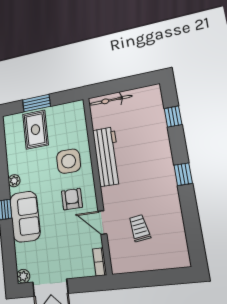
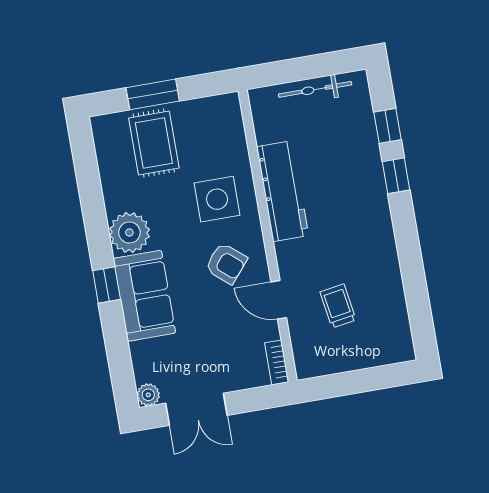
bicycle: (110, 100) -> (315, 89), moved
window: (183, 174) -> (396, 176), moved
plant: (14, 181) -> (129, 233), width x1.88, depth x1.88
armchair: (72, 199) -> (226, 263), turned 130

